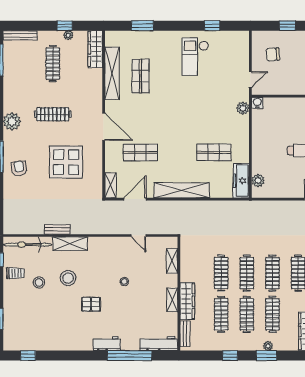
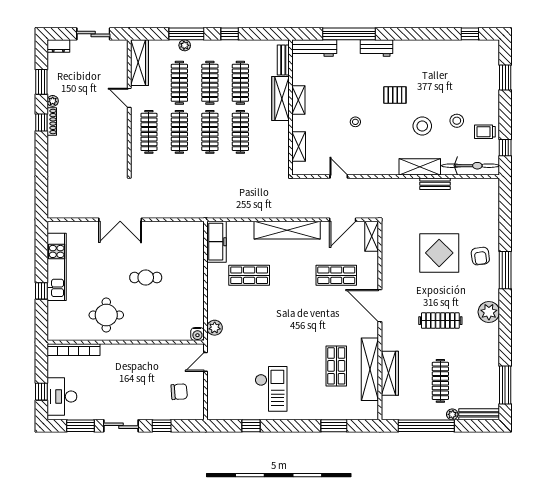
window: (65, 26) -> (426, 426), width x3.17
plant: (68, 35) -> (452, 414), moved
wardrobe: (95, 49) -> (390, 373), moved
display table: (66, 162) -> (439, 253), moved
plant: (258, 180) -> (197, 242), removed
window: (267, 356) -> (186, 34), width x1.44

